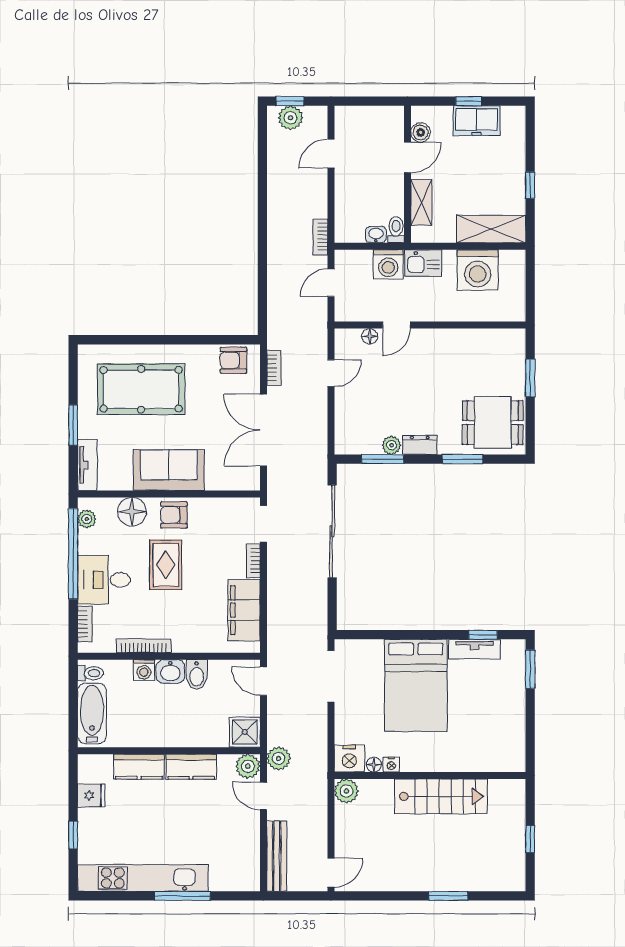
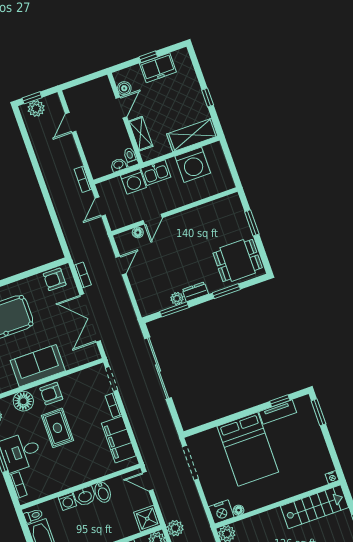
bookcase: (144, 646) -> (62, 486), removed
nightstand: (391, 764) -> (332, 477), moved
stairs: (441, 796) -> (314, 507), moved

